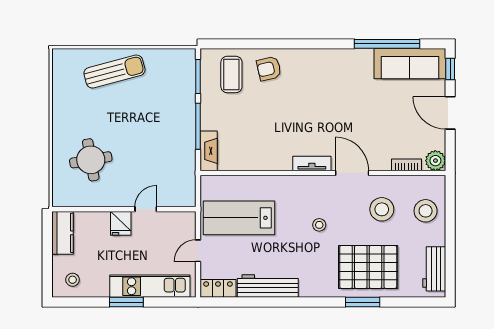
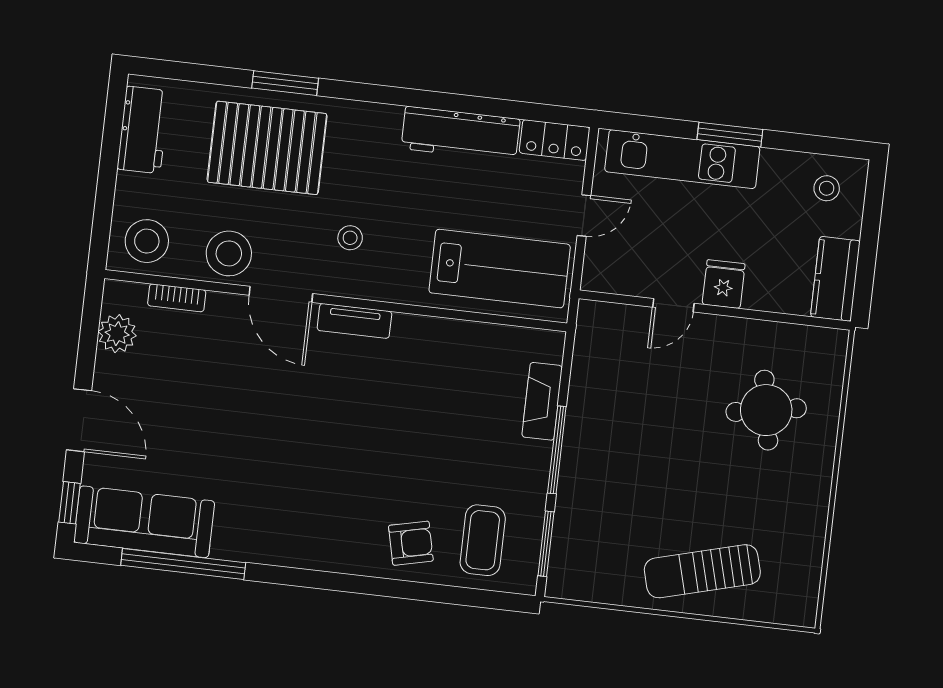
tv unit: (312, 163) -> (354, 321), moved
bookcase: (406, 165) -> (177, 298), moved
wall: (323, 173) -> (336, 301), moved
door: (352, 173) -> (281, 294), moved

